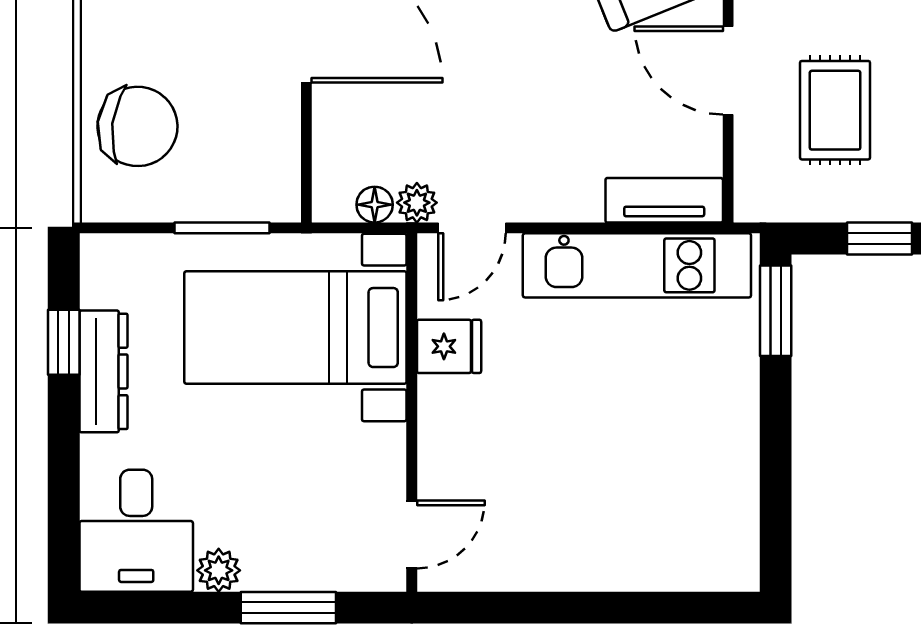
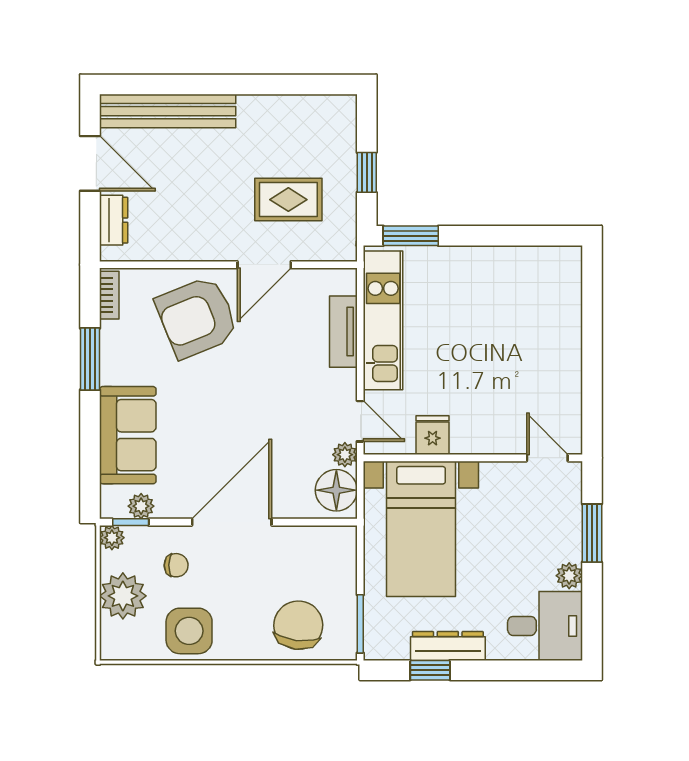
tv unit: (664, 200) -> (343, 332), moved
floor lamp: (375, 205) -> (336, 490), width x1.89, depth x1.89
window: (222, 228) -> (360, 624), moved

